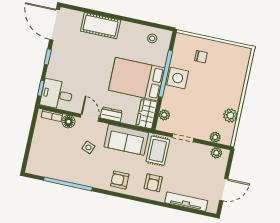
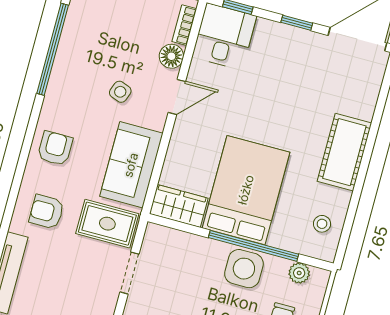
cot: (101, 26) -> (344, 152), moved
dresser: (111, 114) -> (181, 138), removed
plant: (164, 115) -> (299, 273), moved

